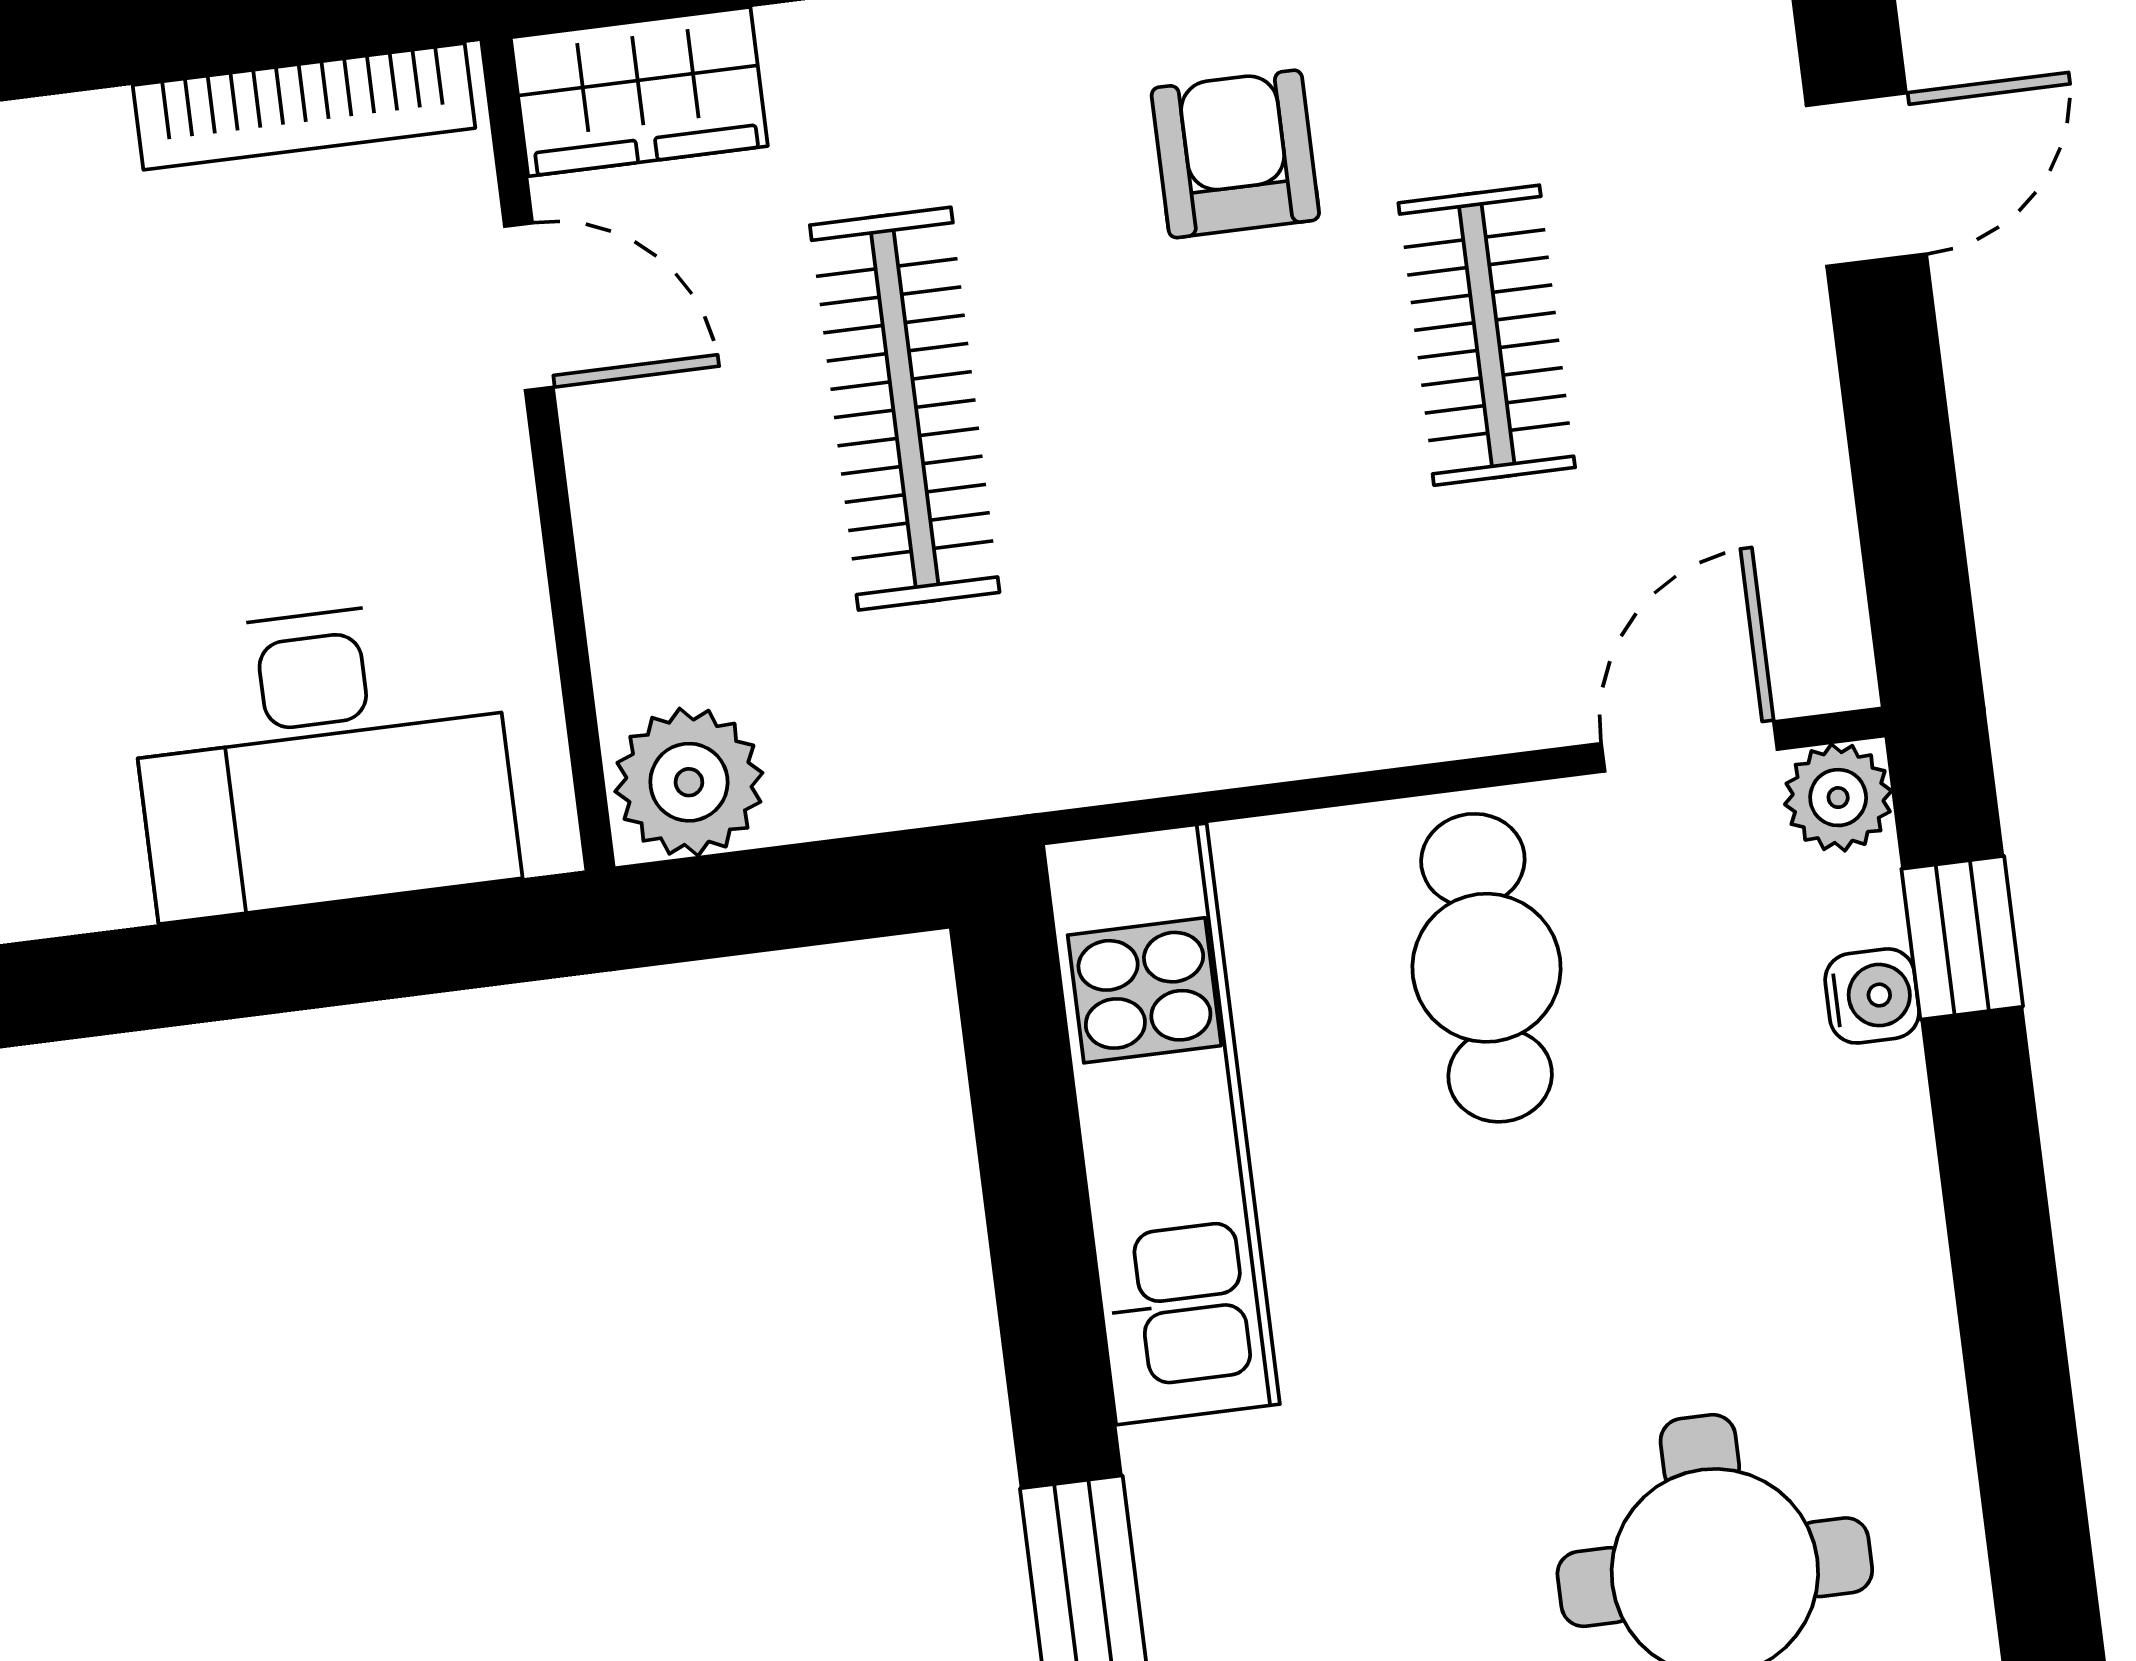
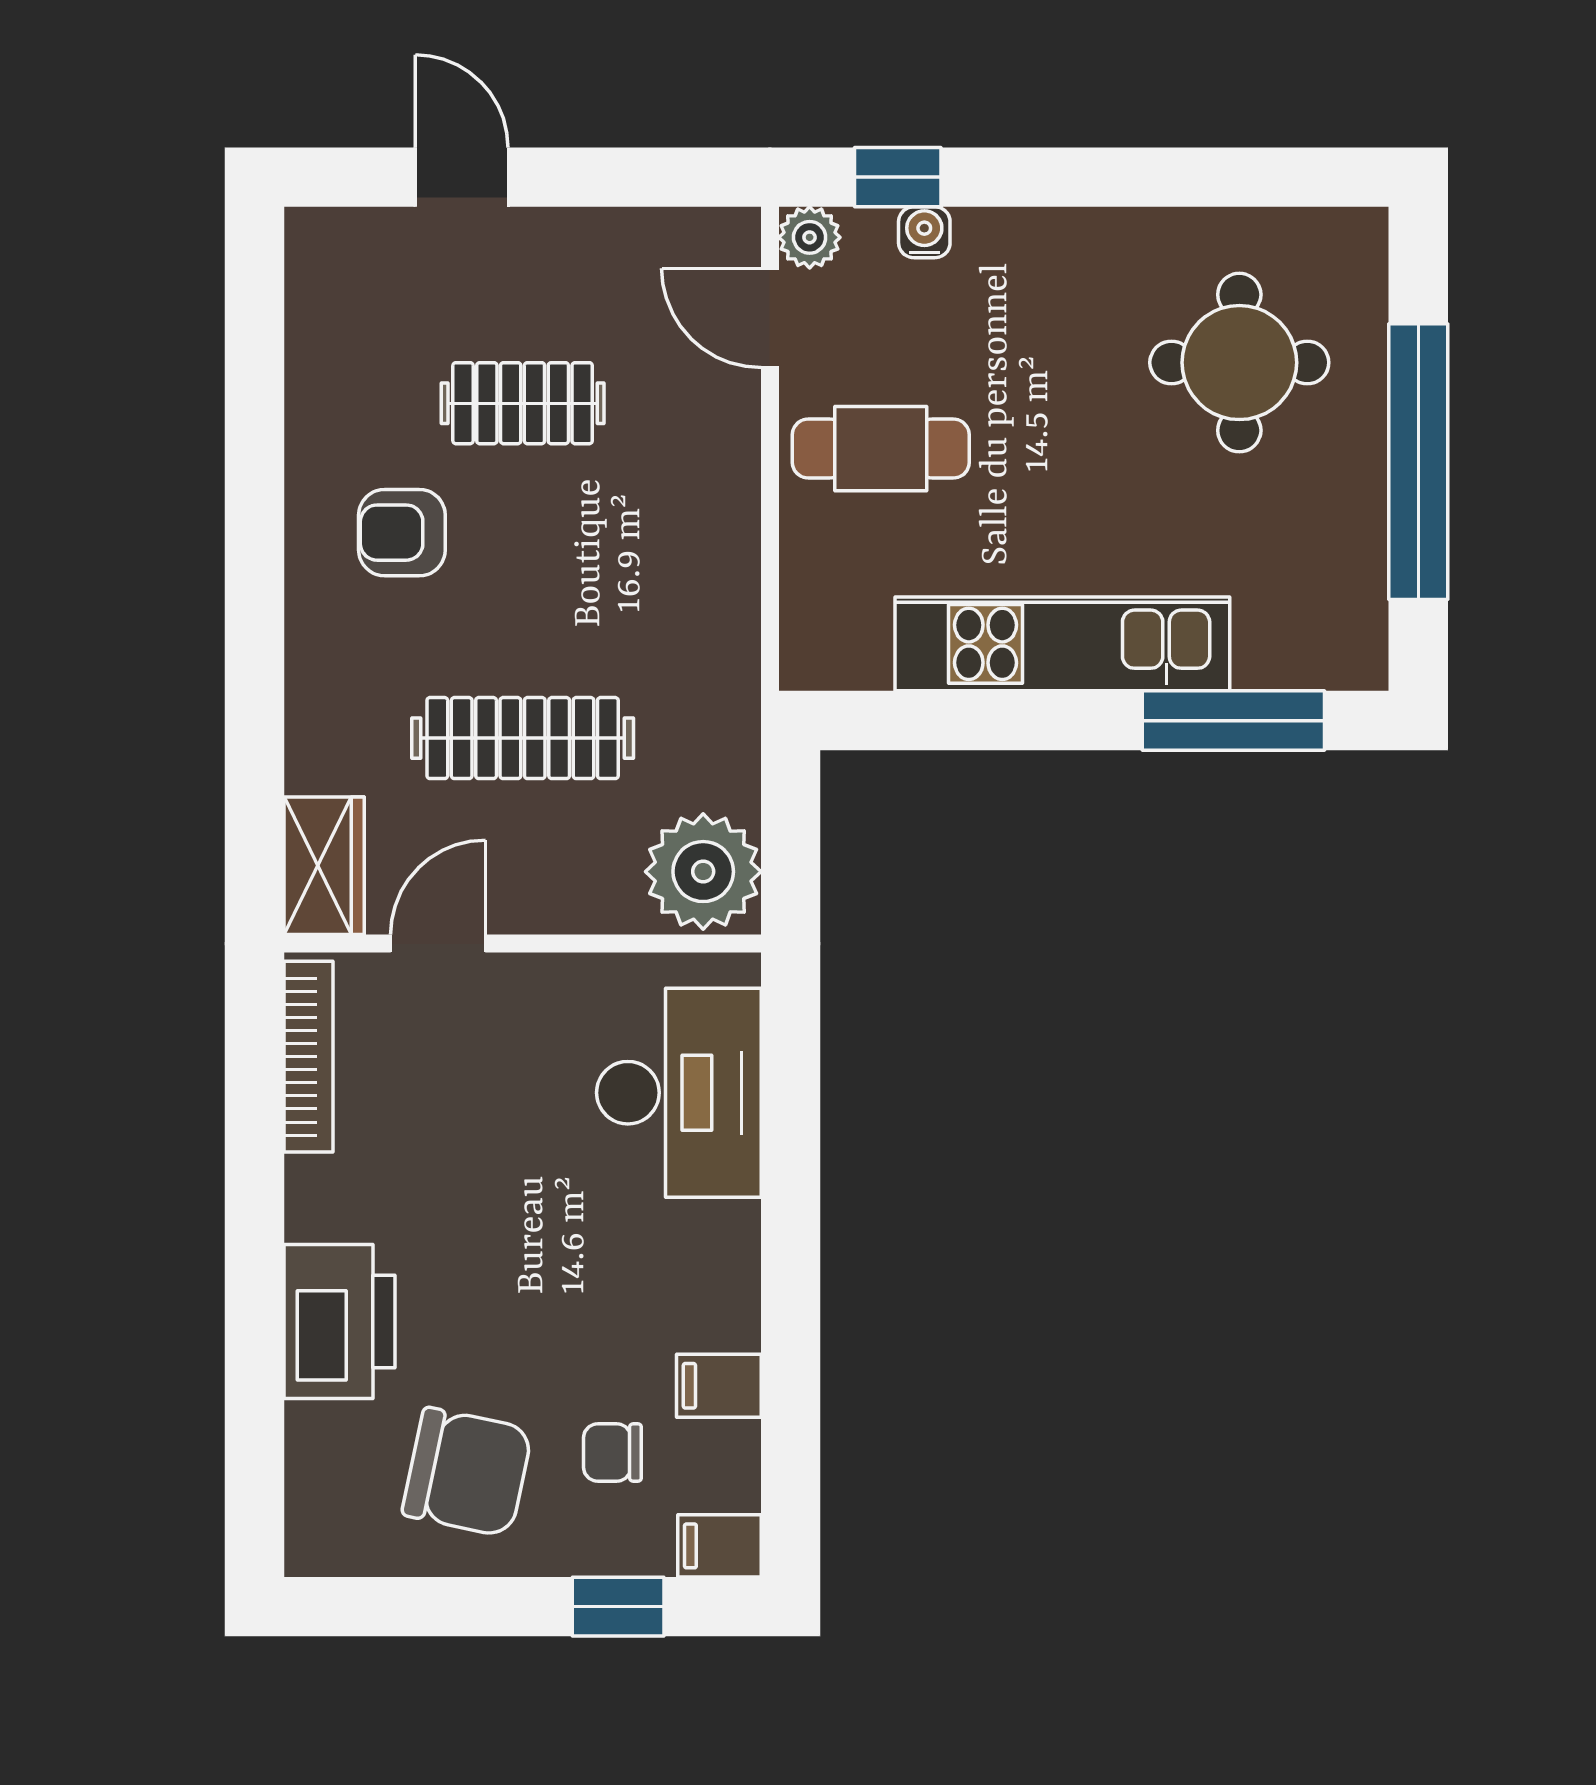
plant: (689, 782) -> (703, 872), width x1.36, depth x1.36
kitchen unit: (1161, 1124) -> (1062, 644), moved

